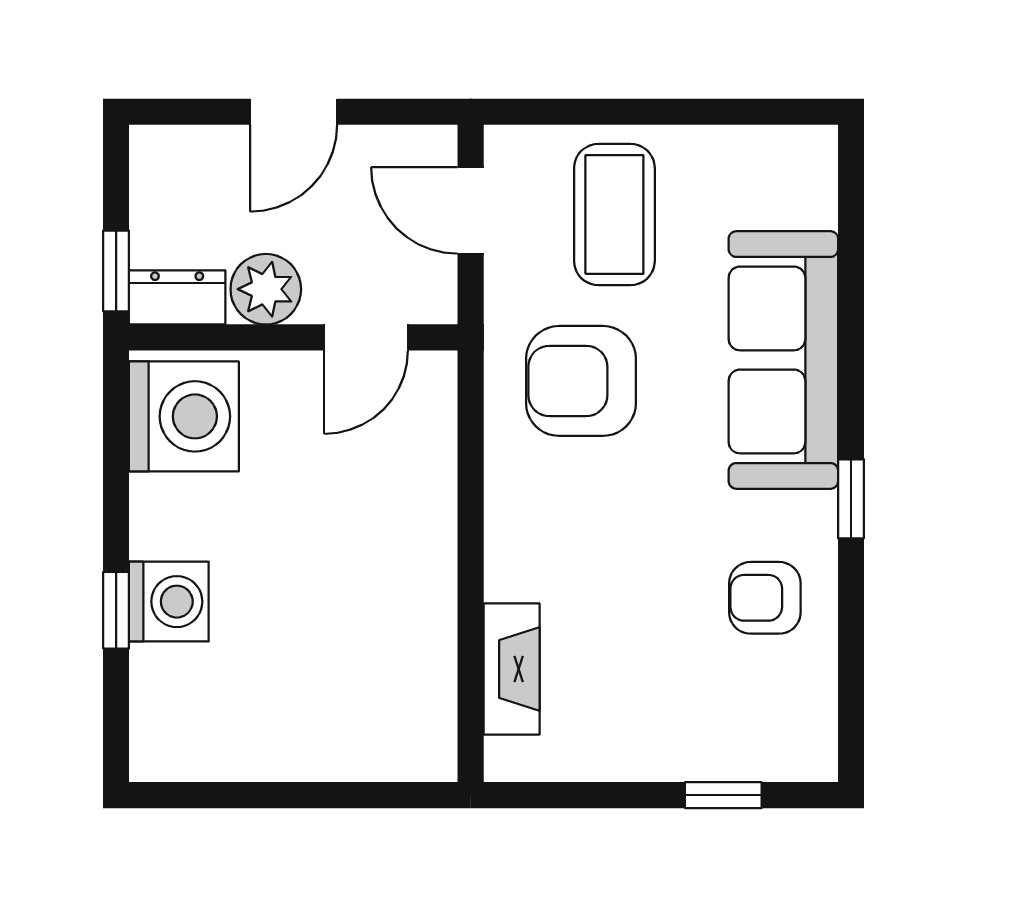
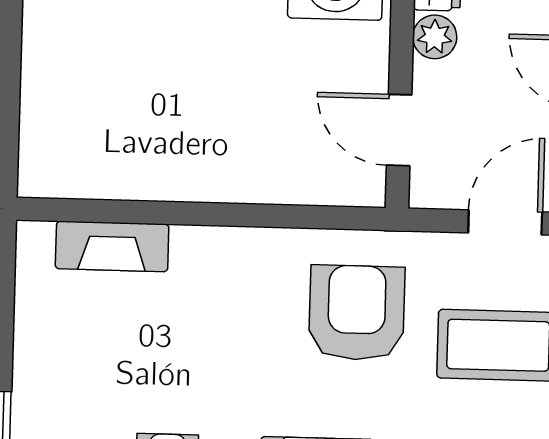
plant: (266, 289) -> (435, 37), width x0.73, depth x0.73

